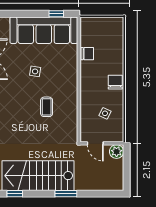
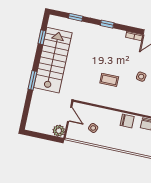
chair: (115, 82) -> (127, 121), moved
door: (95, 143) -> (70, 114), swing flipped

